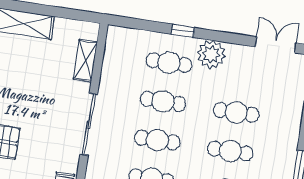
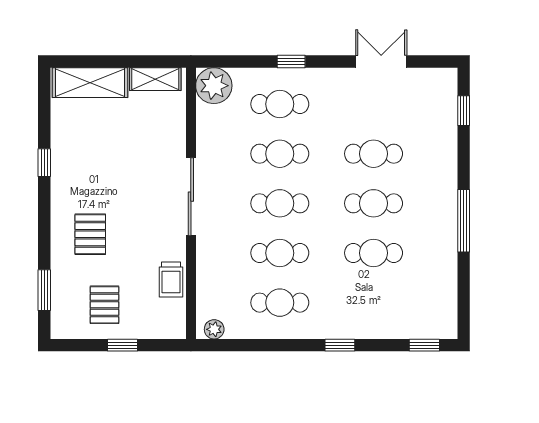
double door: (276, 45) -> (381, 62), moved
plant: (211, 54) -> (214, 86), moved
shelving: (85, 61) -> (155, 79), moved, turned 90

